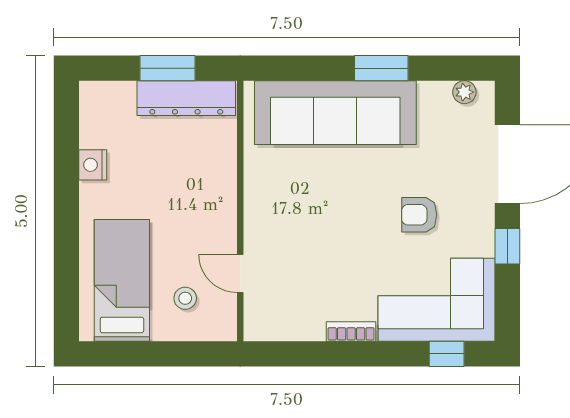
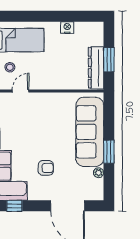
plant: (464, 92) -> (99, 173), moved
armchair: (419, 215) -> (46, 168), turned 90
window: (507, 246) -> (14, 206), moved

